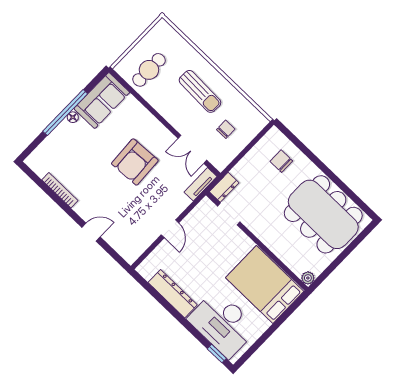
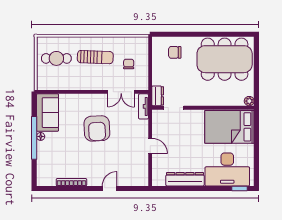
cafe table: (149, 70) -> (56, 58), moved, turned 90

